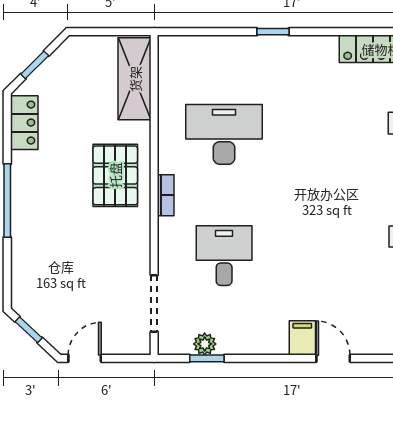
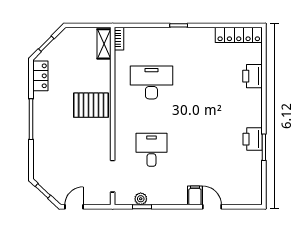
shelving: (135, 79) -> (104, 44), width x0.67, depth x0.75
pallet: (115, 175) -> (91, 105), turned 90
bookcase: (166, 195) -> (119, 39), moved

